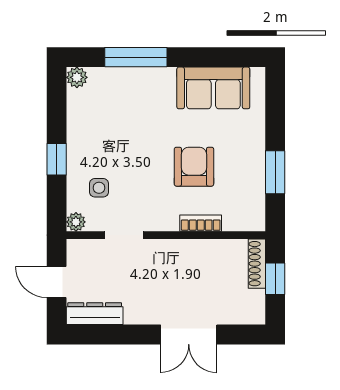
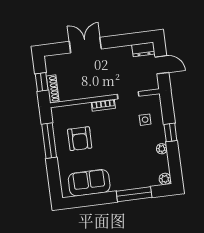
armchair: (194, 167) -> (80, 139), moved
window: (275, 172) -> (49, 141), width x1.44
plant: (76, 222) -> (162, 149), moved
bookcase: (201, 223) -> (103, 105), moved
dresser: (95, 314) -> (143, 49), width x0.70

